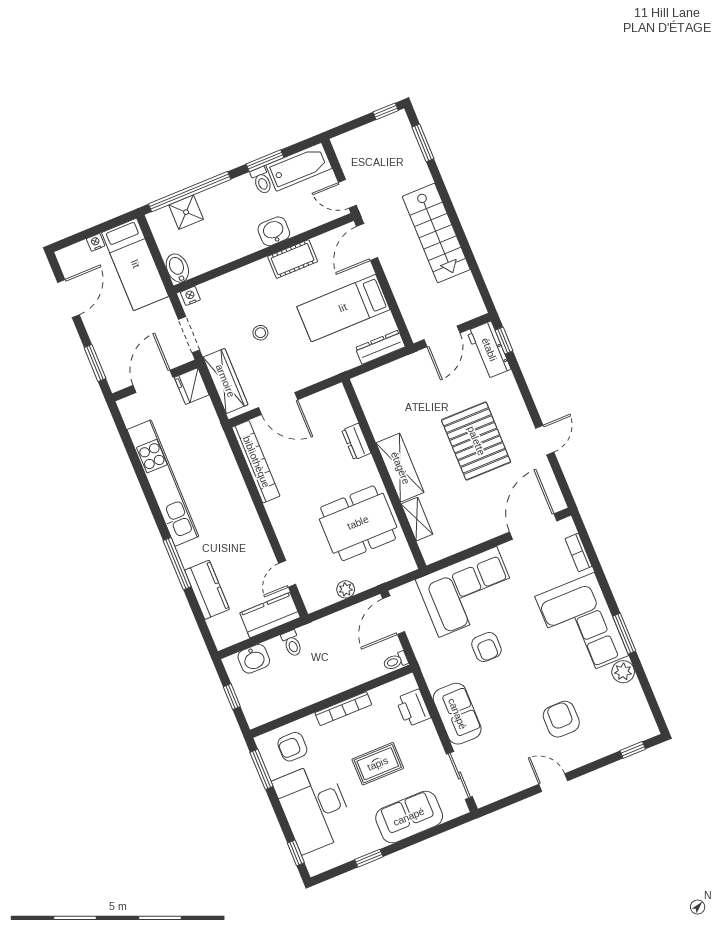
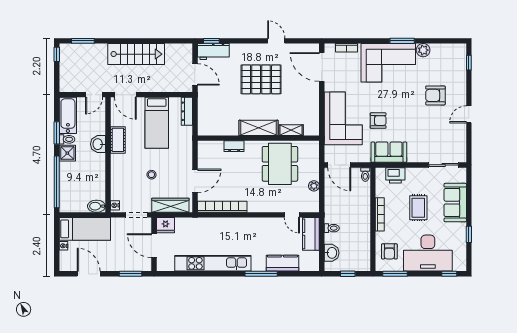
shower: (186, 212) -> (67, 153), moved
sofa: (457, 714) -> (389, 152), moved

